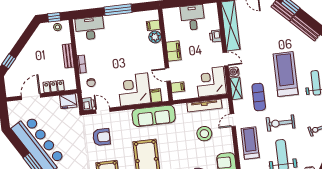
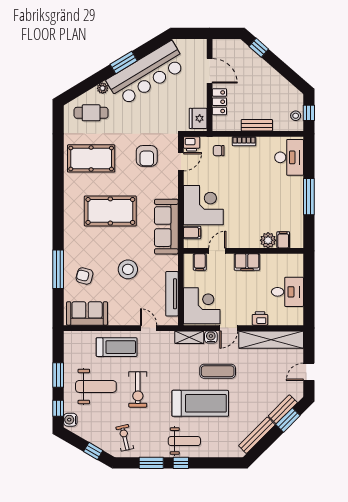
exercise mat: (259, 97) -> (218, 371), moved
exercise bike: (281, 123) -> (138, 389), turned 180
stool: (204, 134) -> (128, 269), moved

